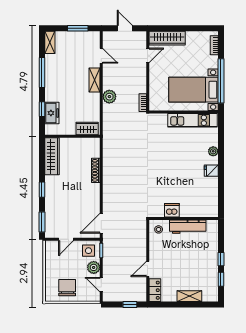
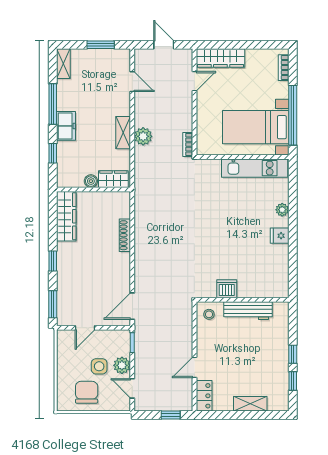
shelving: (94, 80) -> (123, 133), moved
freezer: (52, 113) -> (66, 126), moved
boiler: (70, 130) -> (91, 181), added
side table: (89, 251) -> (99, 366), moved

